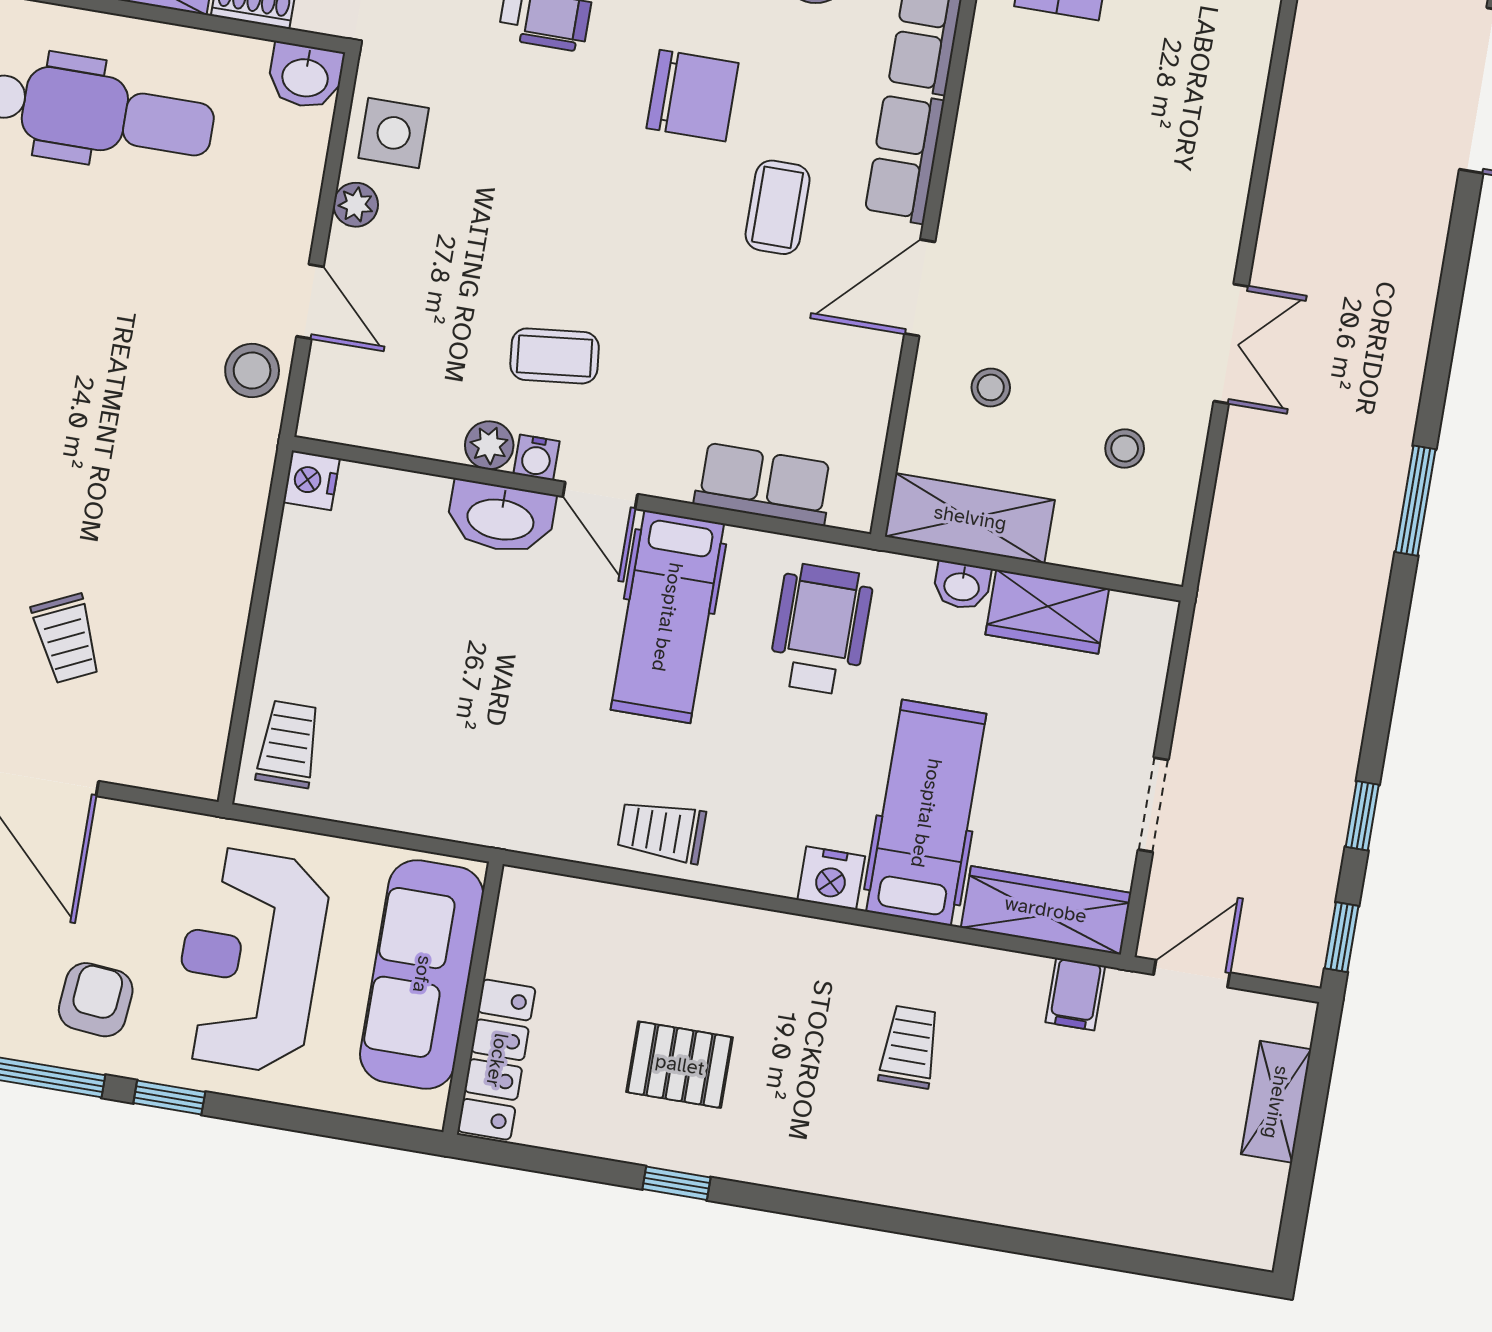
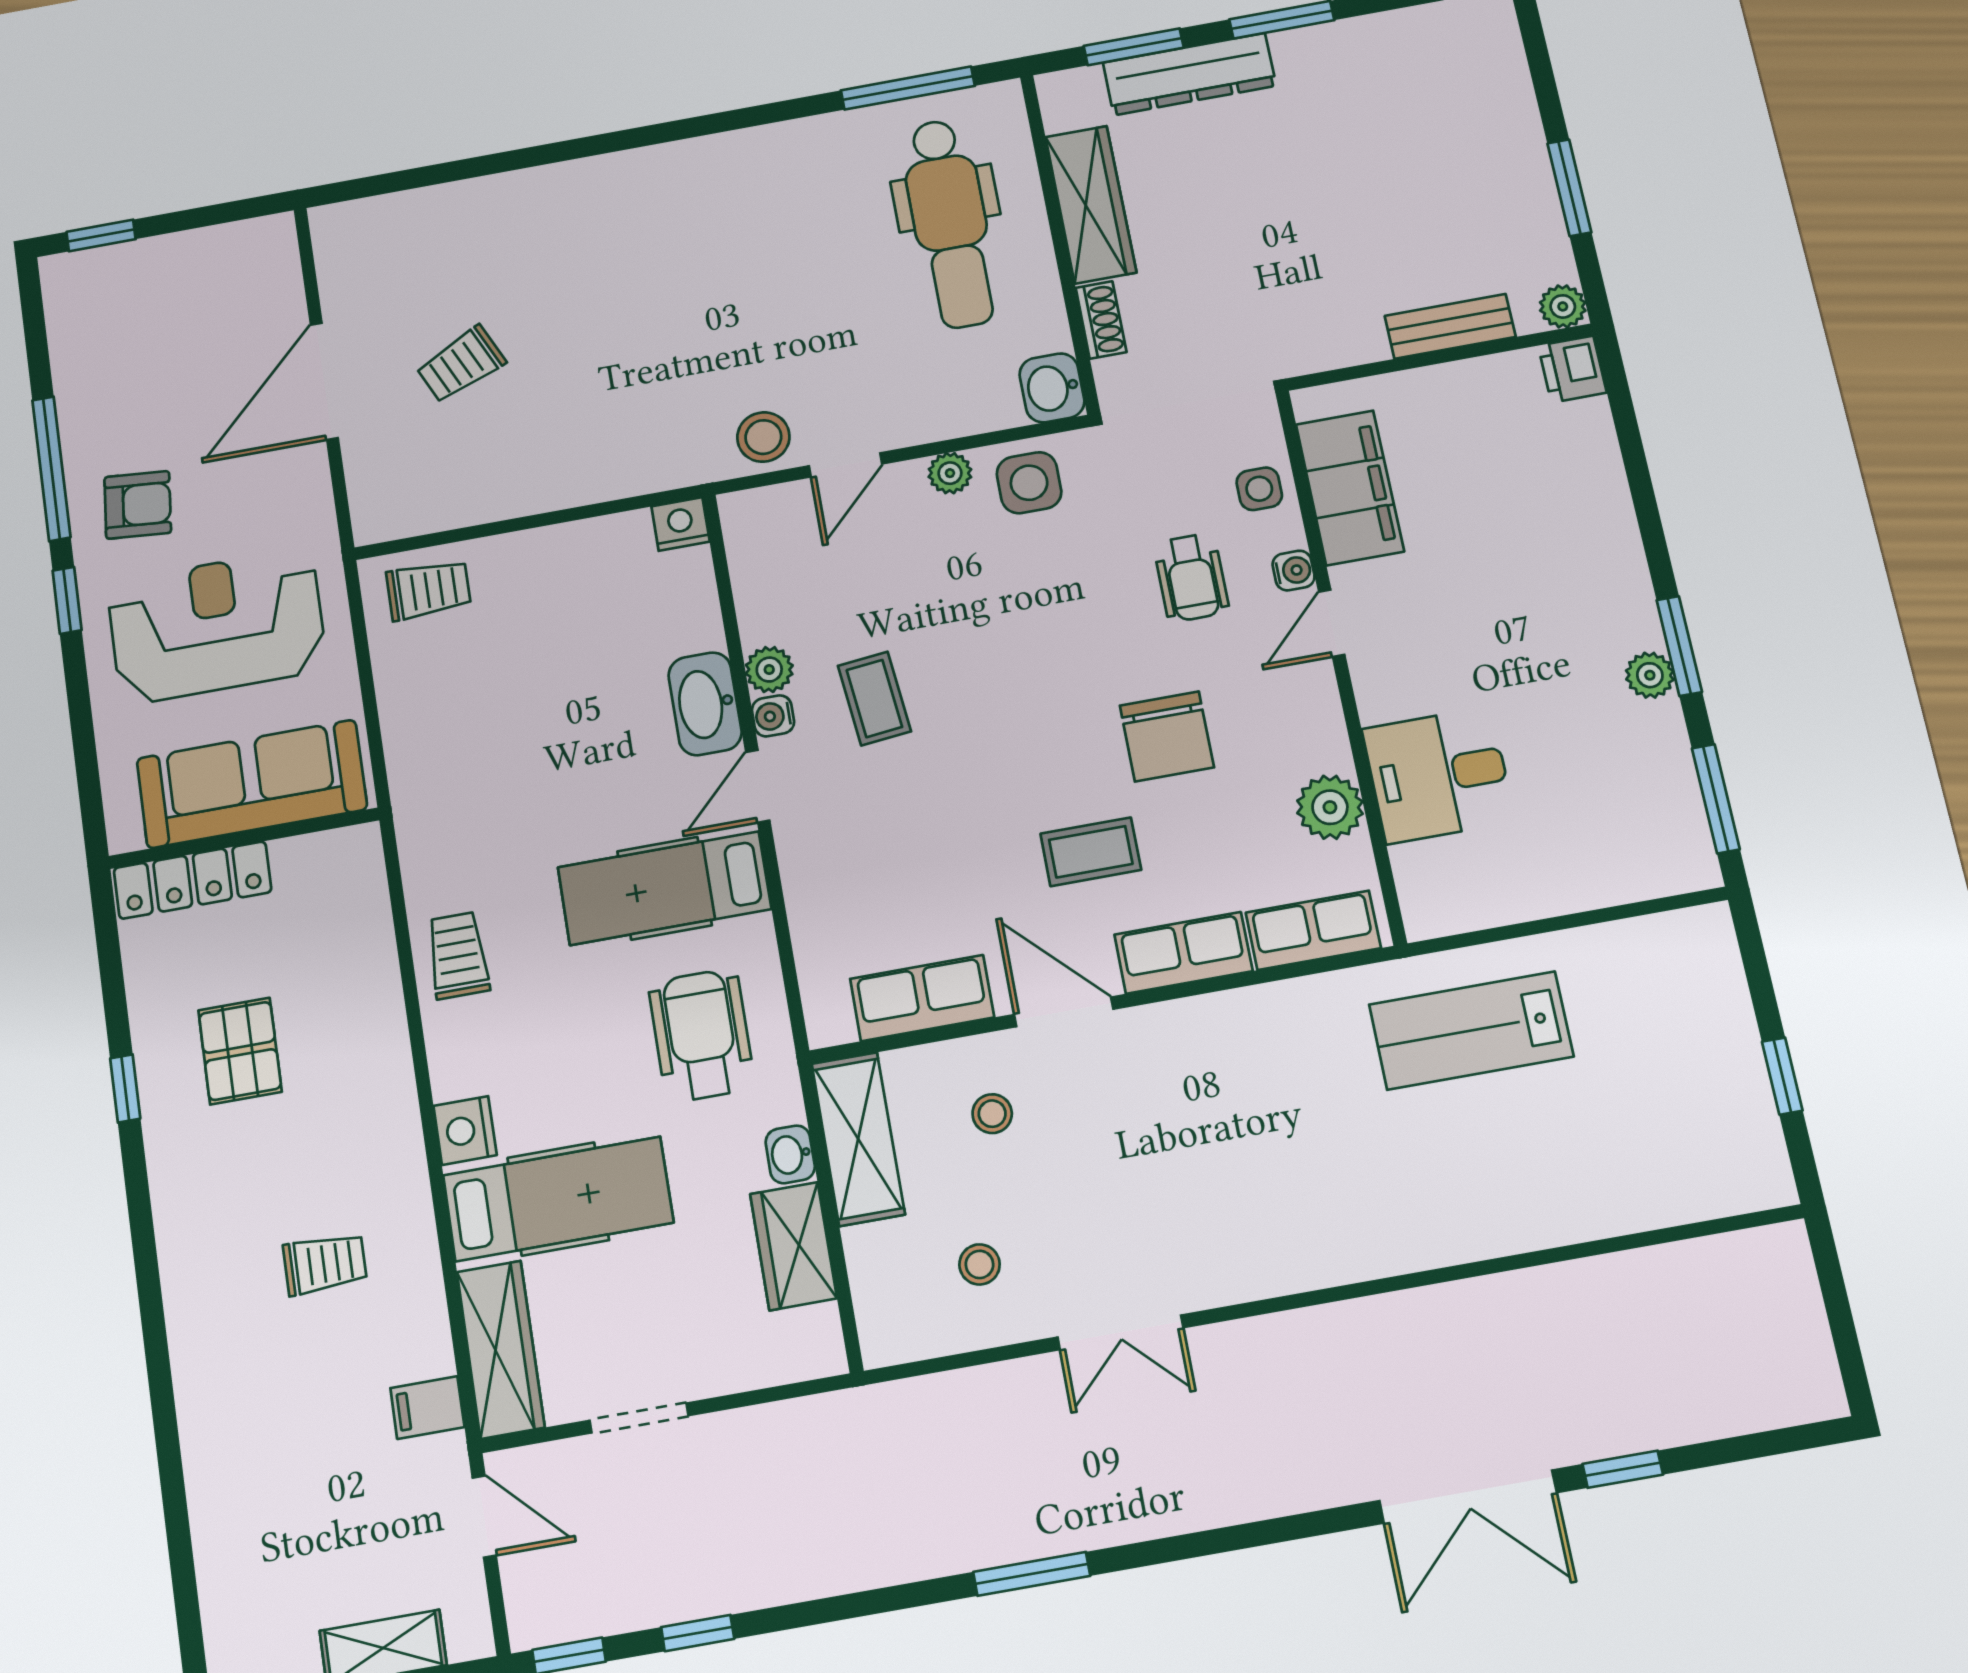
row of seats: (764, 484) -> (922, 998), moved, turned -90
wheelchair: (821, 629) -> (702, 1035), turned -90

